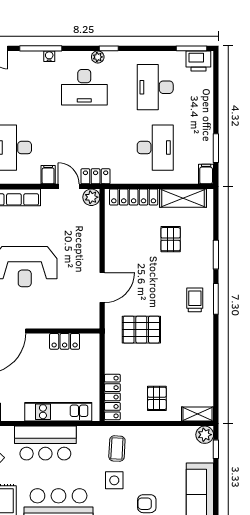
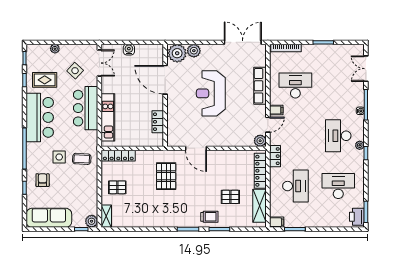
desk: (155, 148) -> (295, 186), turned -90
locker: (96, 176) -> (275, 156), moved
trolley: (195, 300) -> (209, 217), moved

